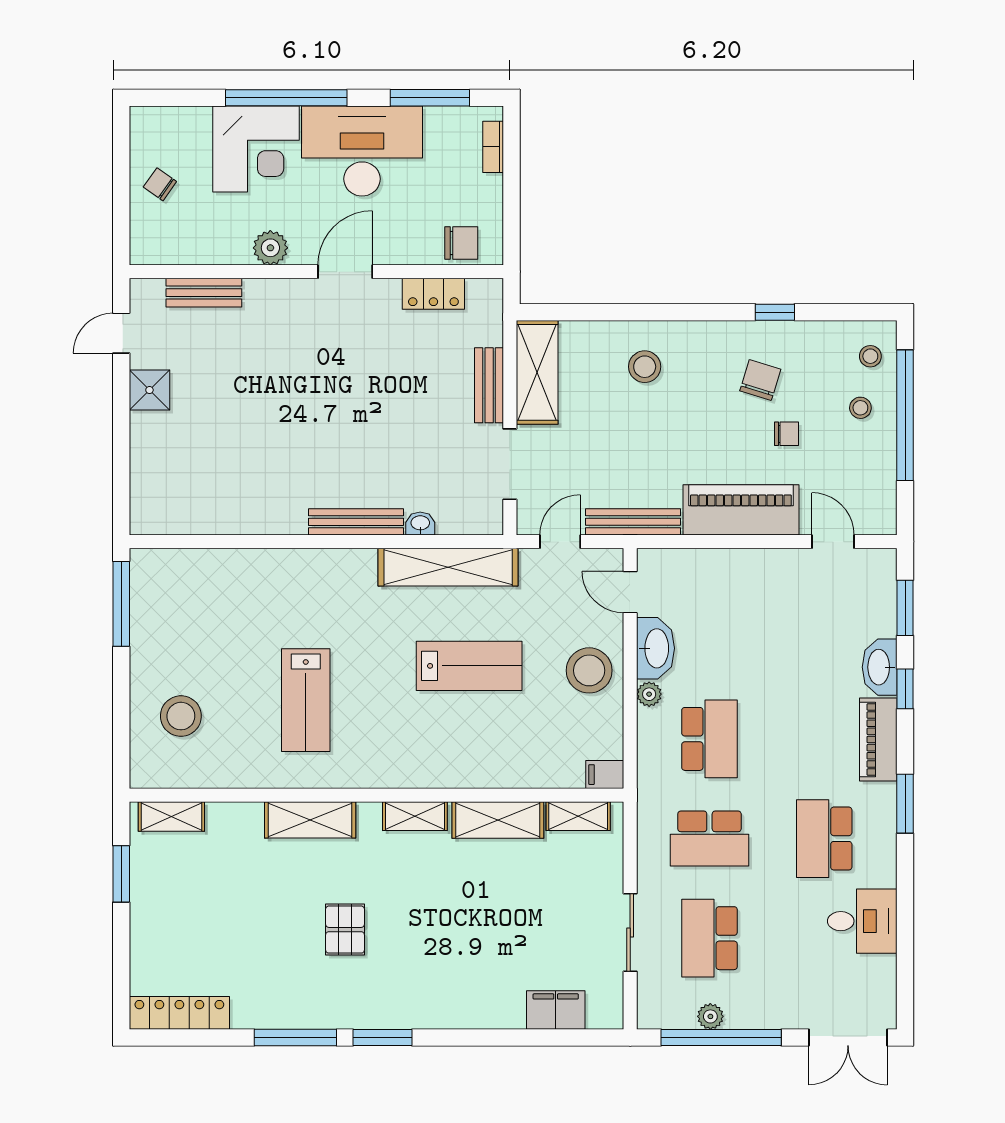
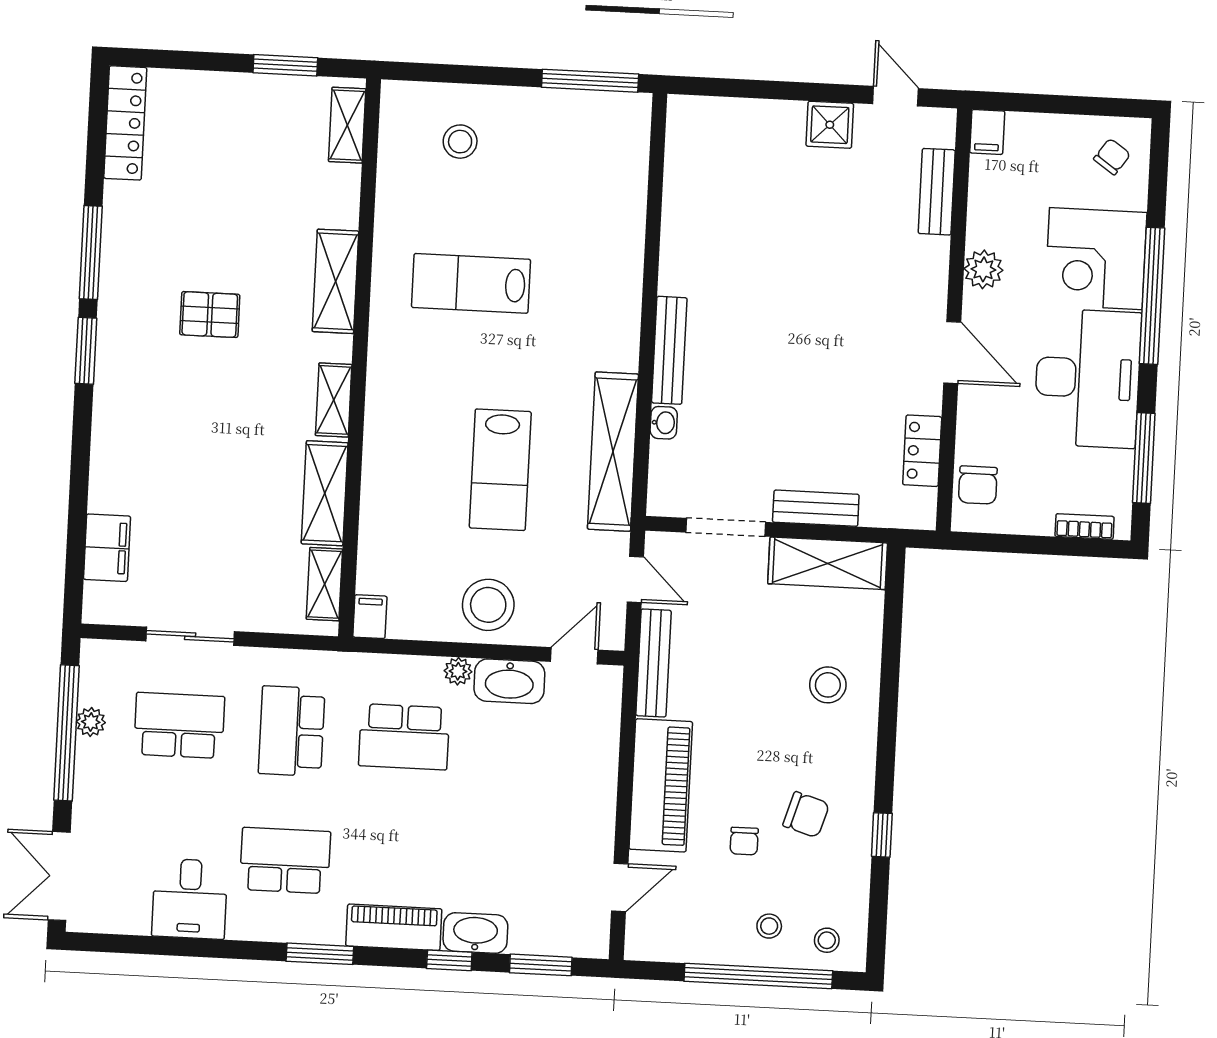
chair: (160, 184) -> (1112, 157), moved
filing cabinet: (149, 251) -> (987, 132), added
stool: (181, 716) -> (460, 142), width x0.73, depth x0.73

